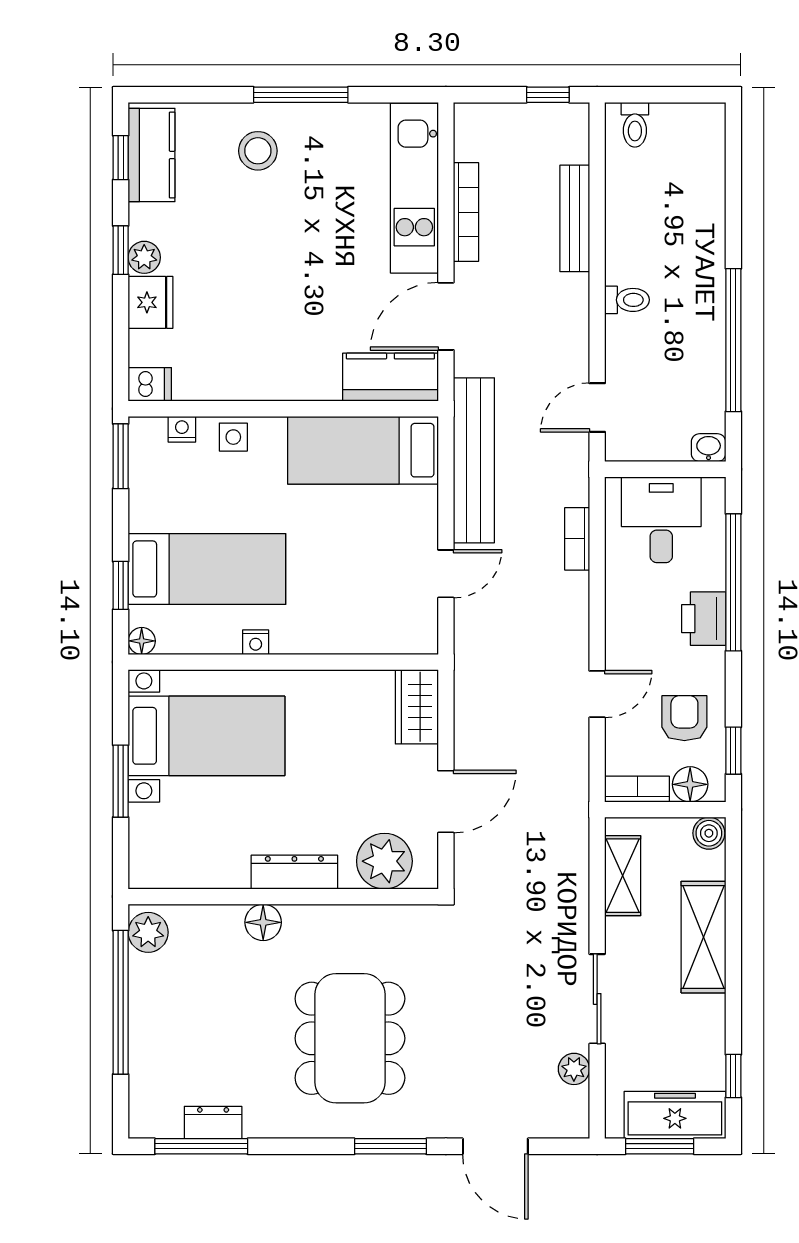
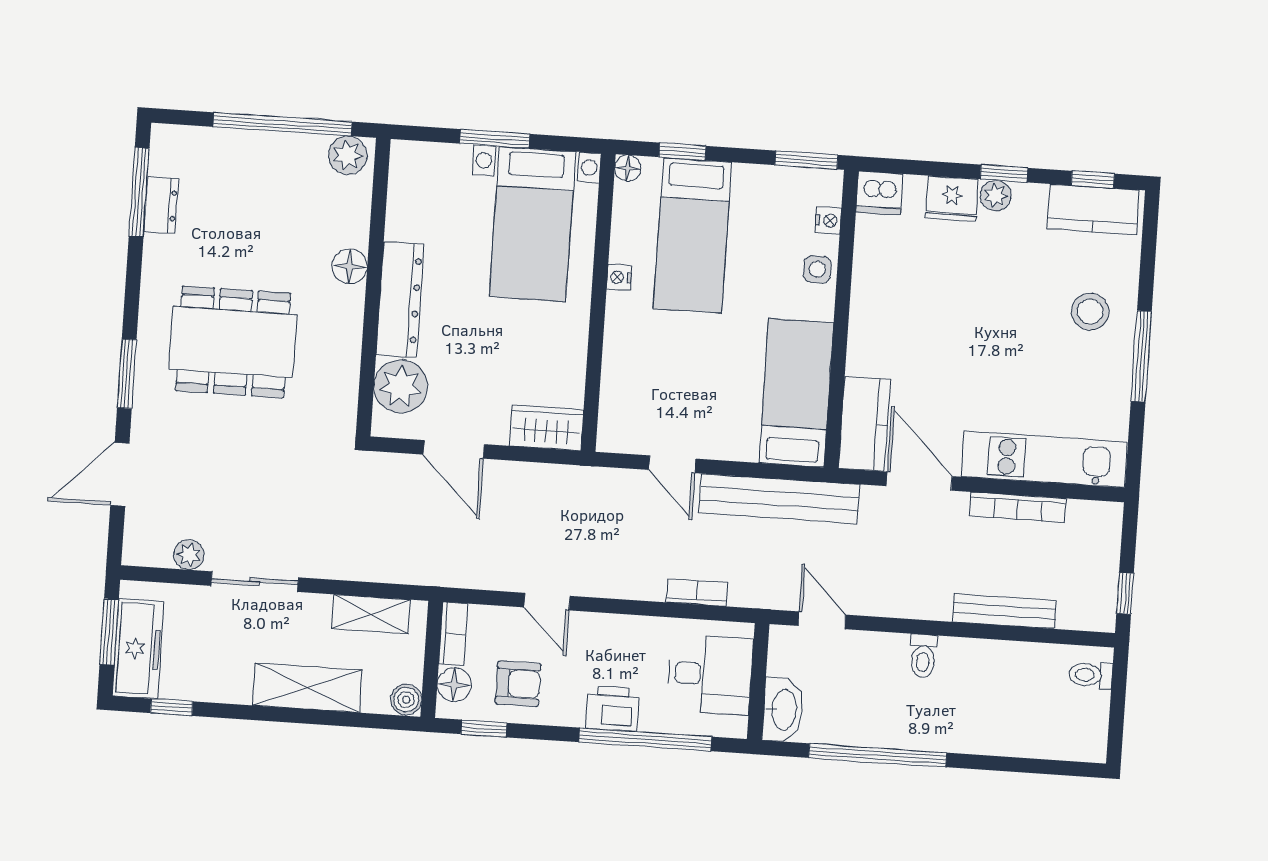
dishwasher: (150, 384) -> (879, 193), width x1.38
washbasin: (709, 448) -> (783, 710), width x1.91, depth x1.45
dresser: (294, 872) -> (400, 300), width x1.37, depth x1.24

